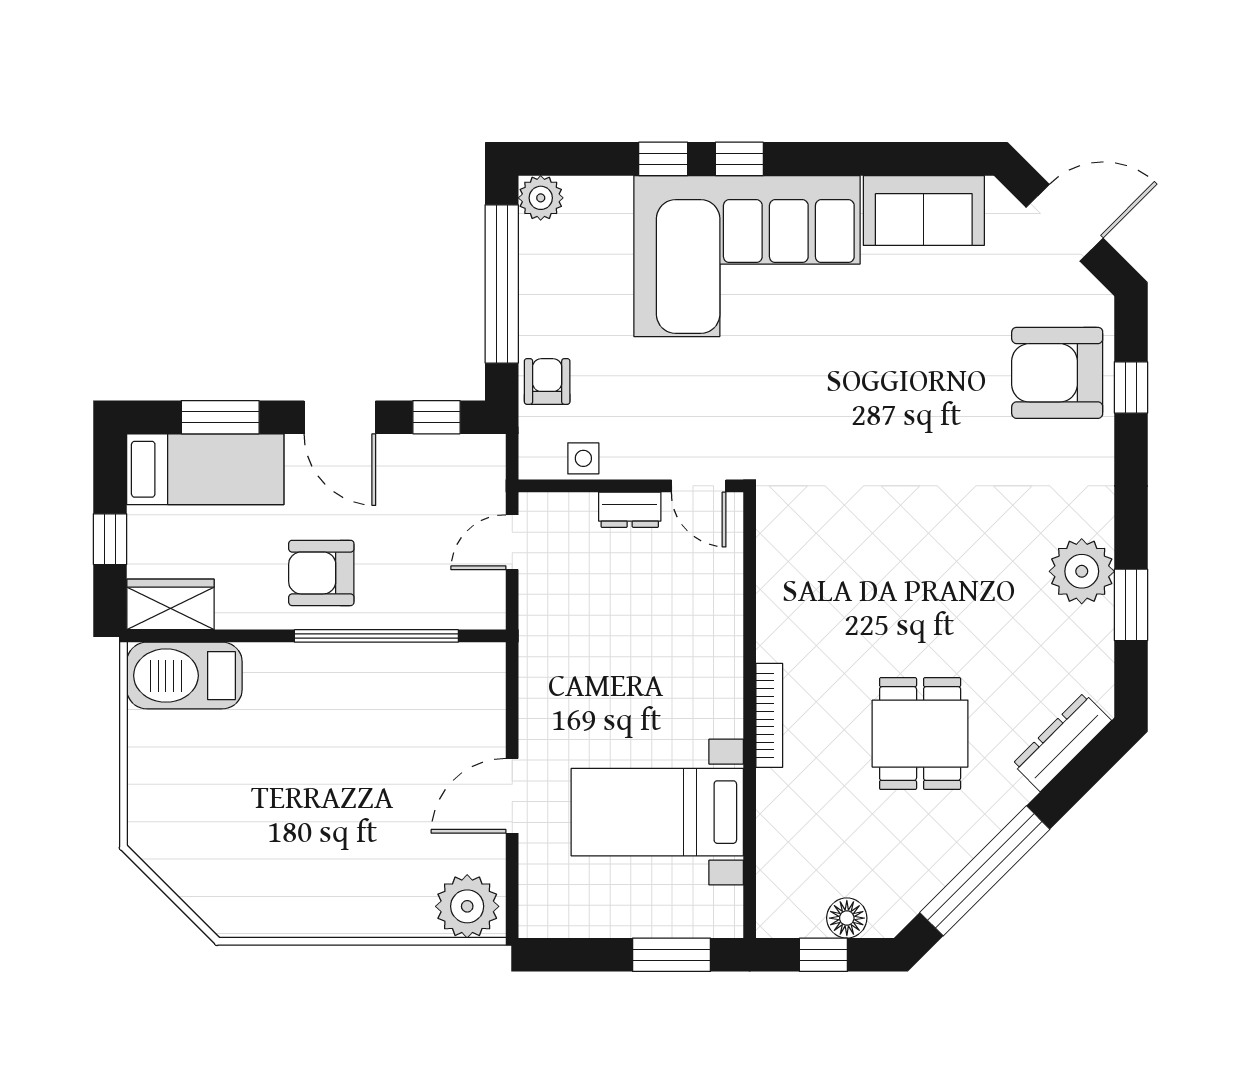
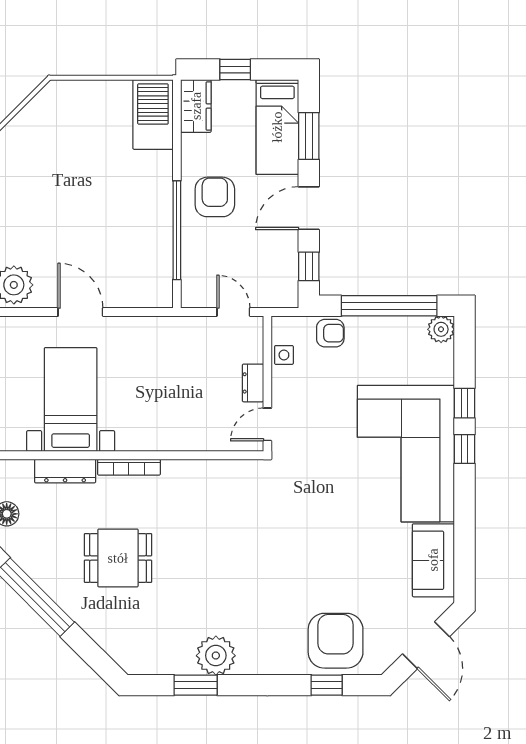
dresser: (1062, 742) -> (65, 471), moved, turned 135

